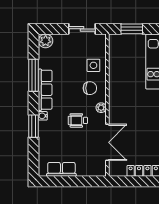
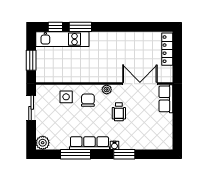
row of seats: (61, 169) -> (166, 99), moved

